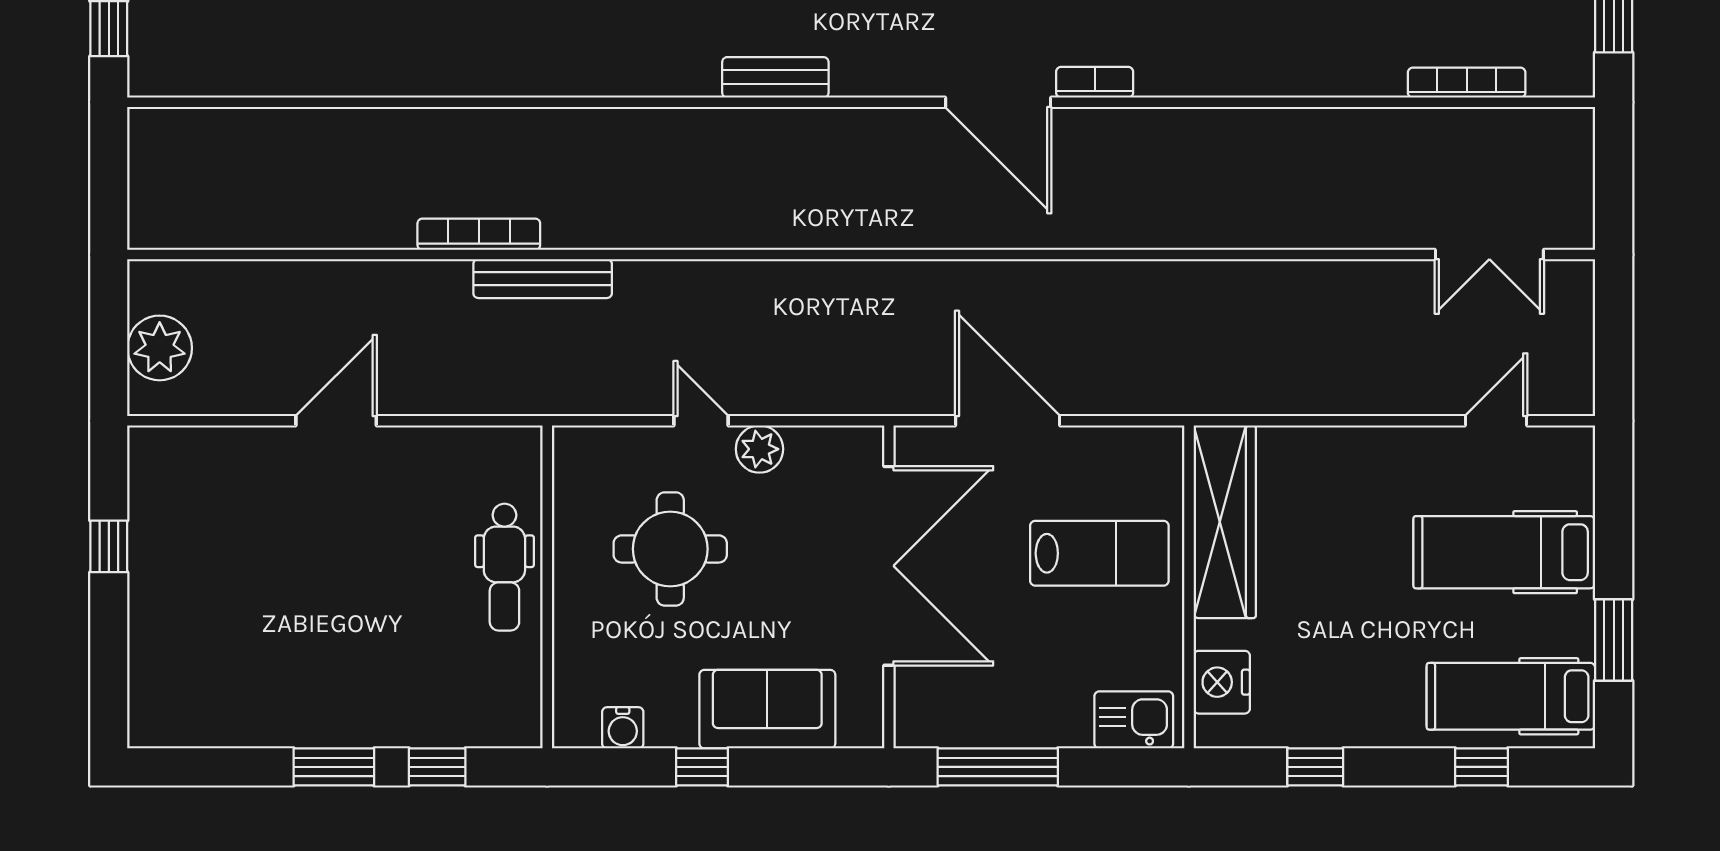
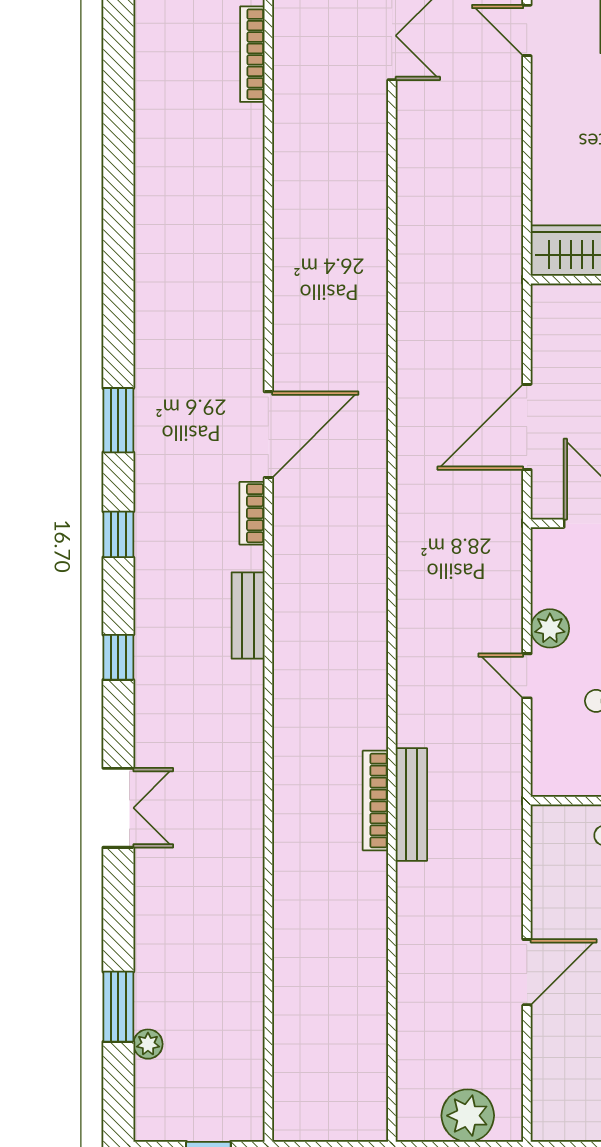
bookcase: (1095, 82) -> (252, 513), moved
bookcase: (479, 234) -> (375, 801), moved
door: (336, 421) -> (527, 972), swing flipped
door: (701, 421) -> (527, 676), hinge flipped

